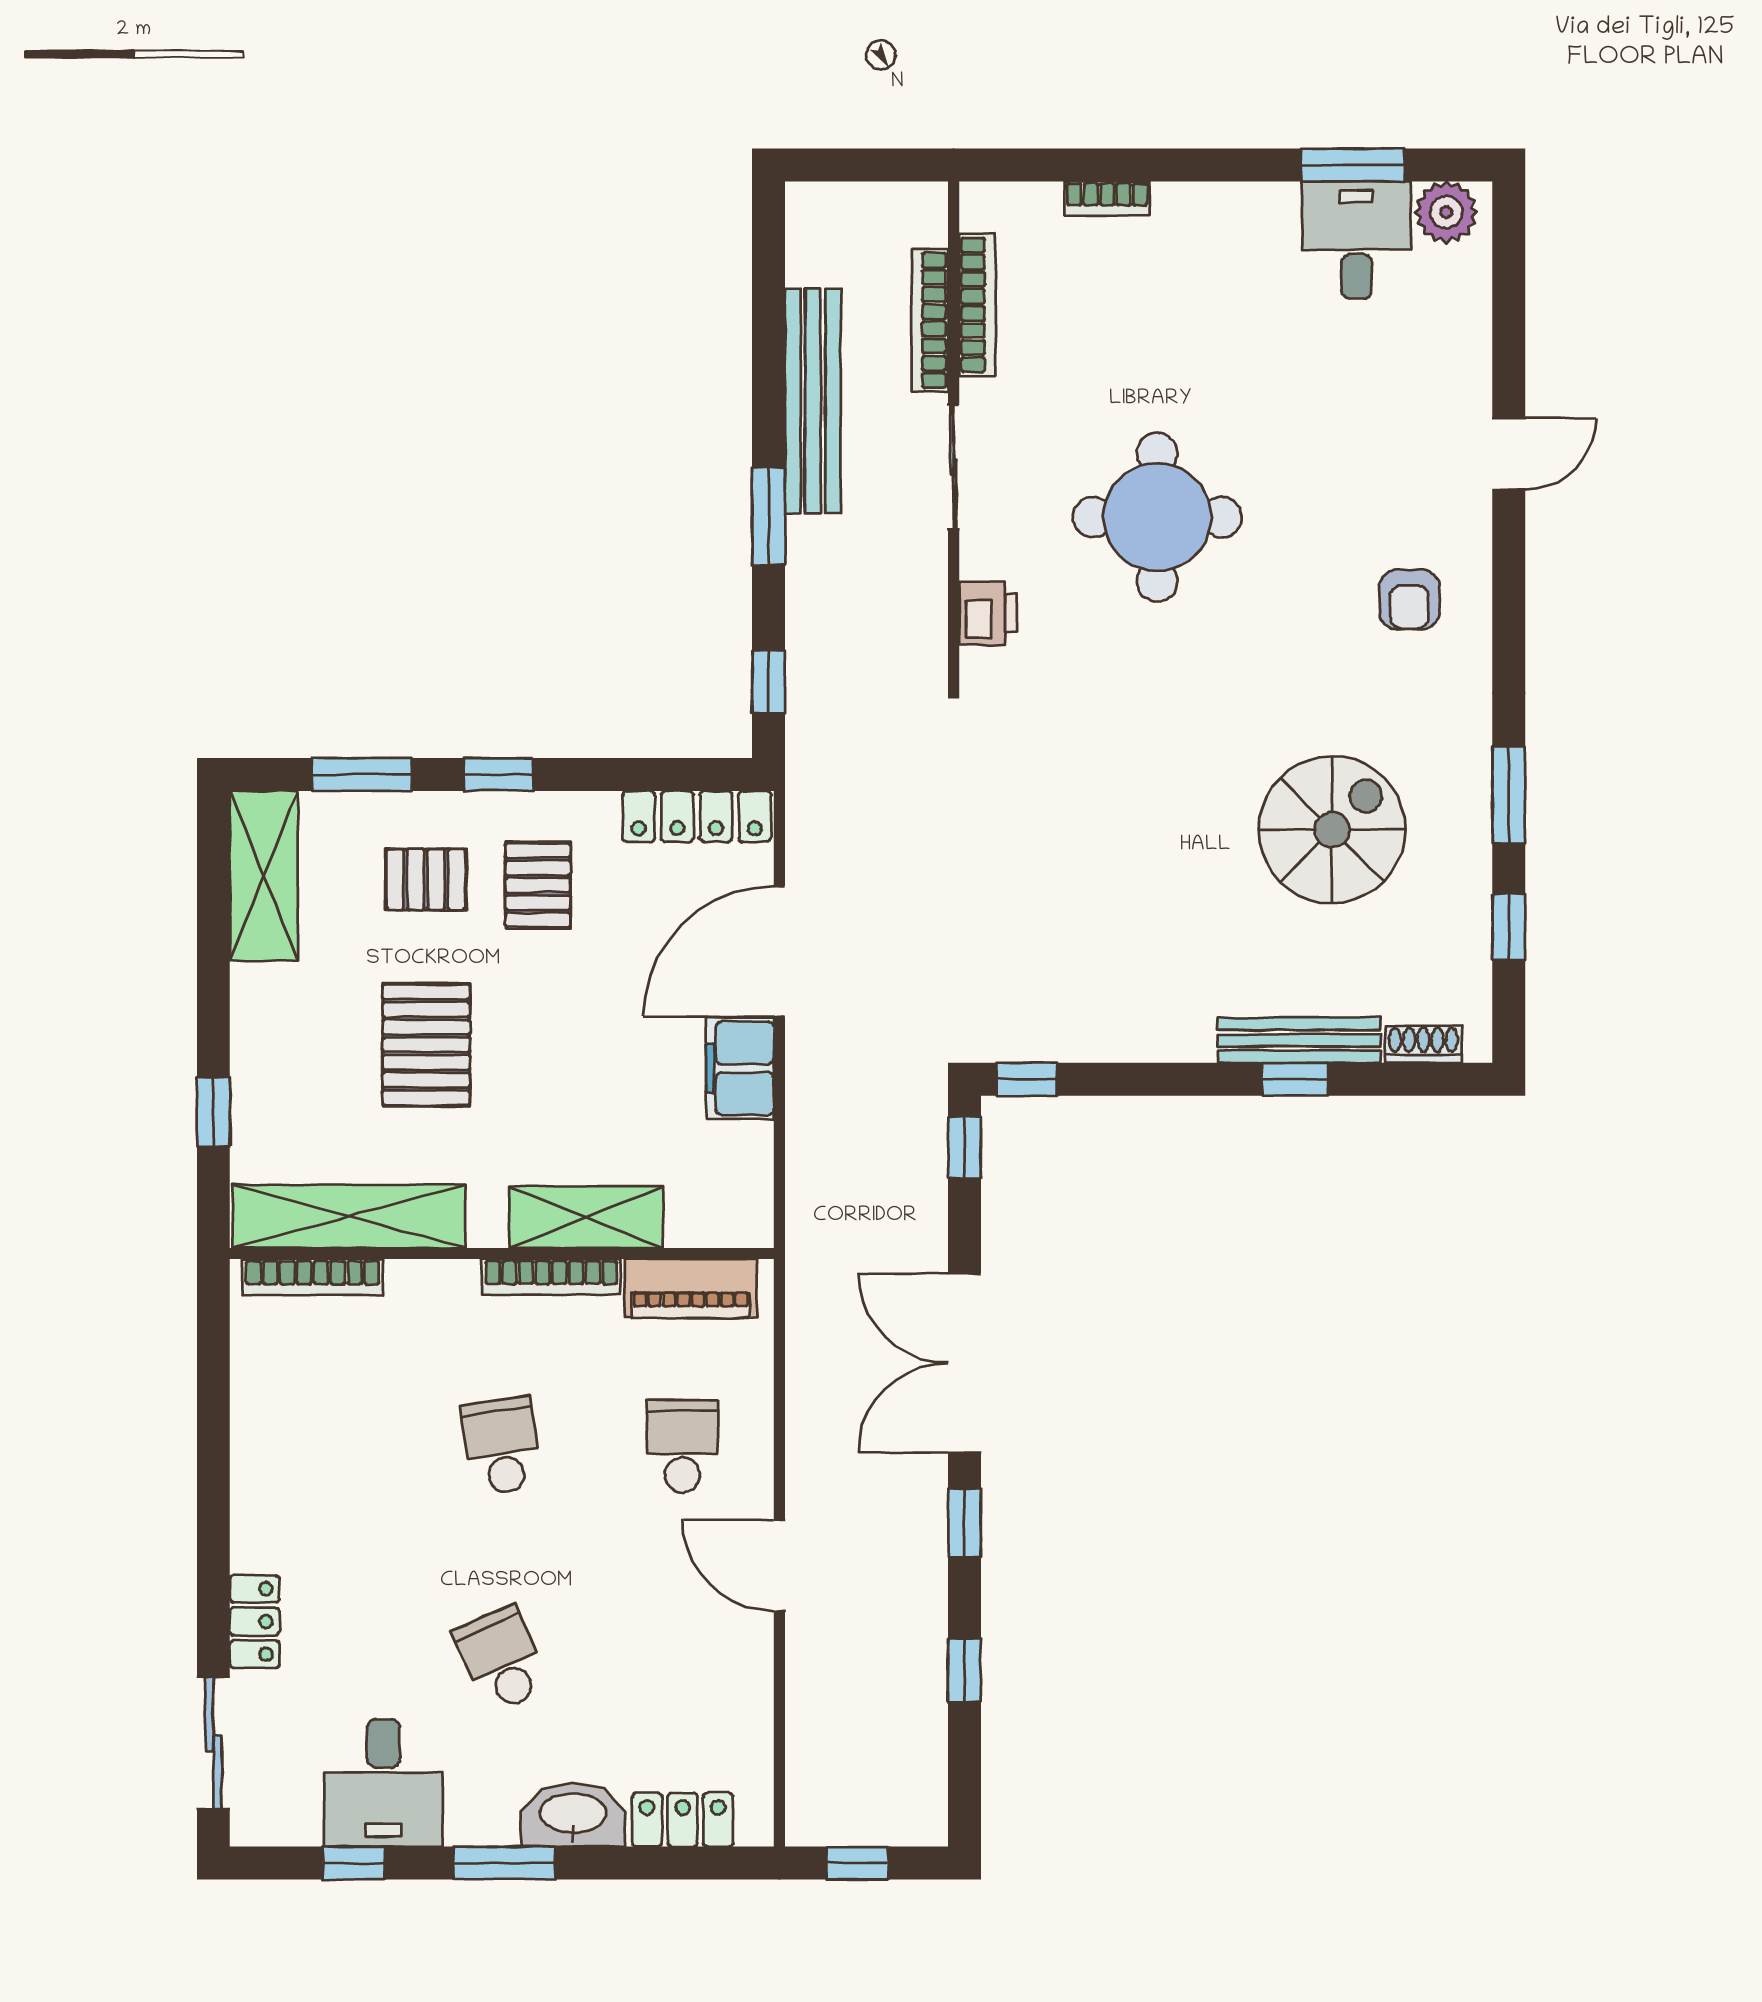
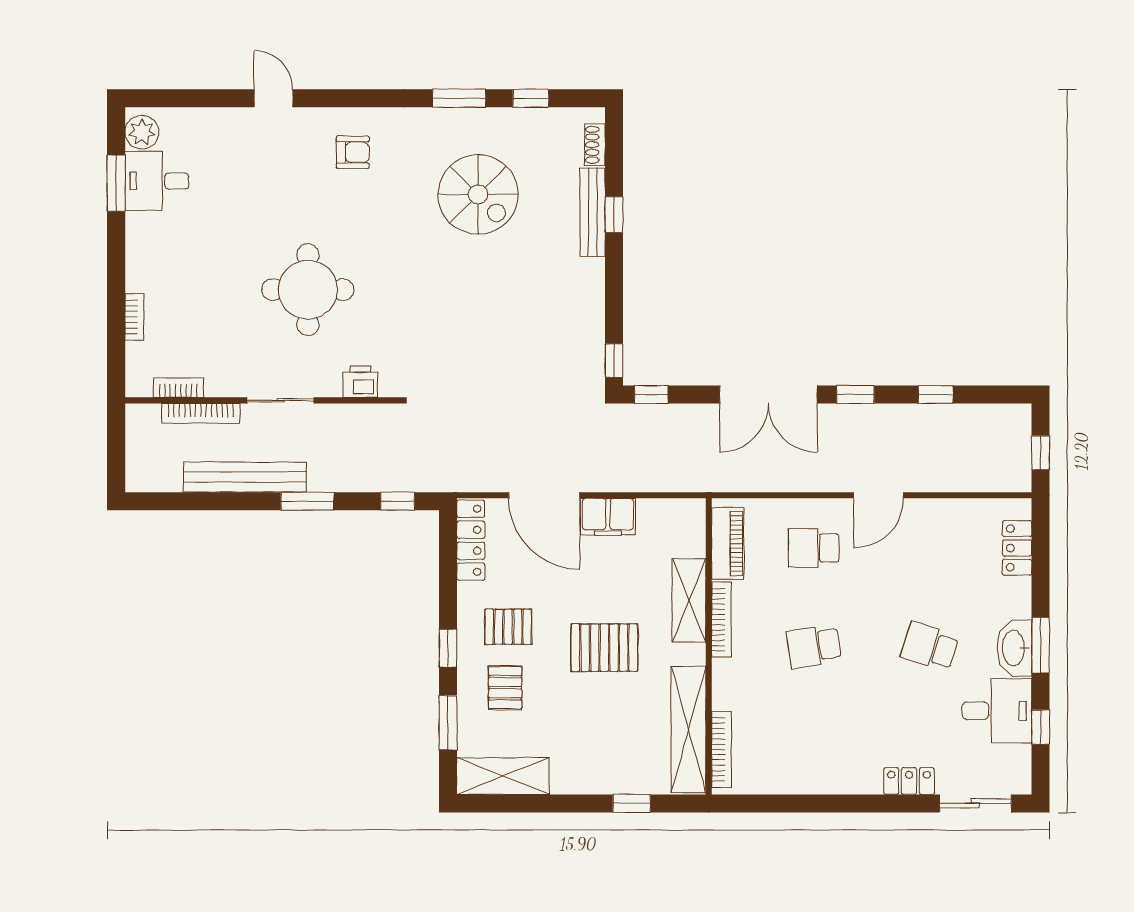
bookcase: (977, 305) -> (178, 388), width x0.64
spiral stairs: (1332, 830) -> (478, 194), turned 180
pallet: (426, 1045) -> (604, 648), moved
school desk: (502, 1659) -> (930, 646), turned 42
washbasin: (573, 1815) -> (1014, 648), moved

